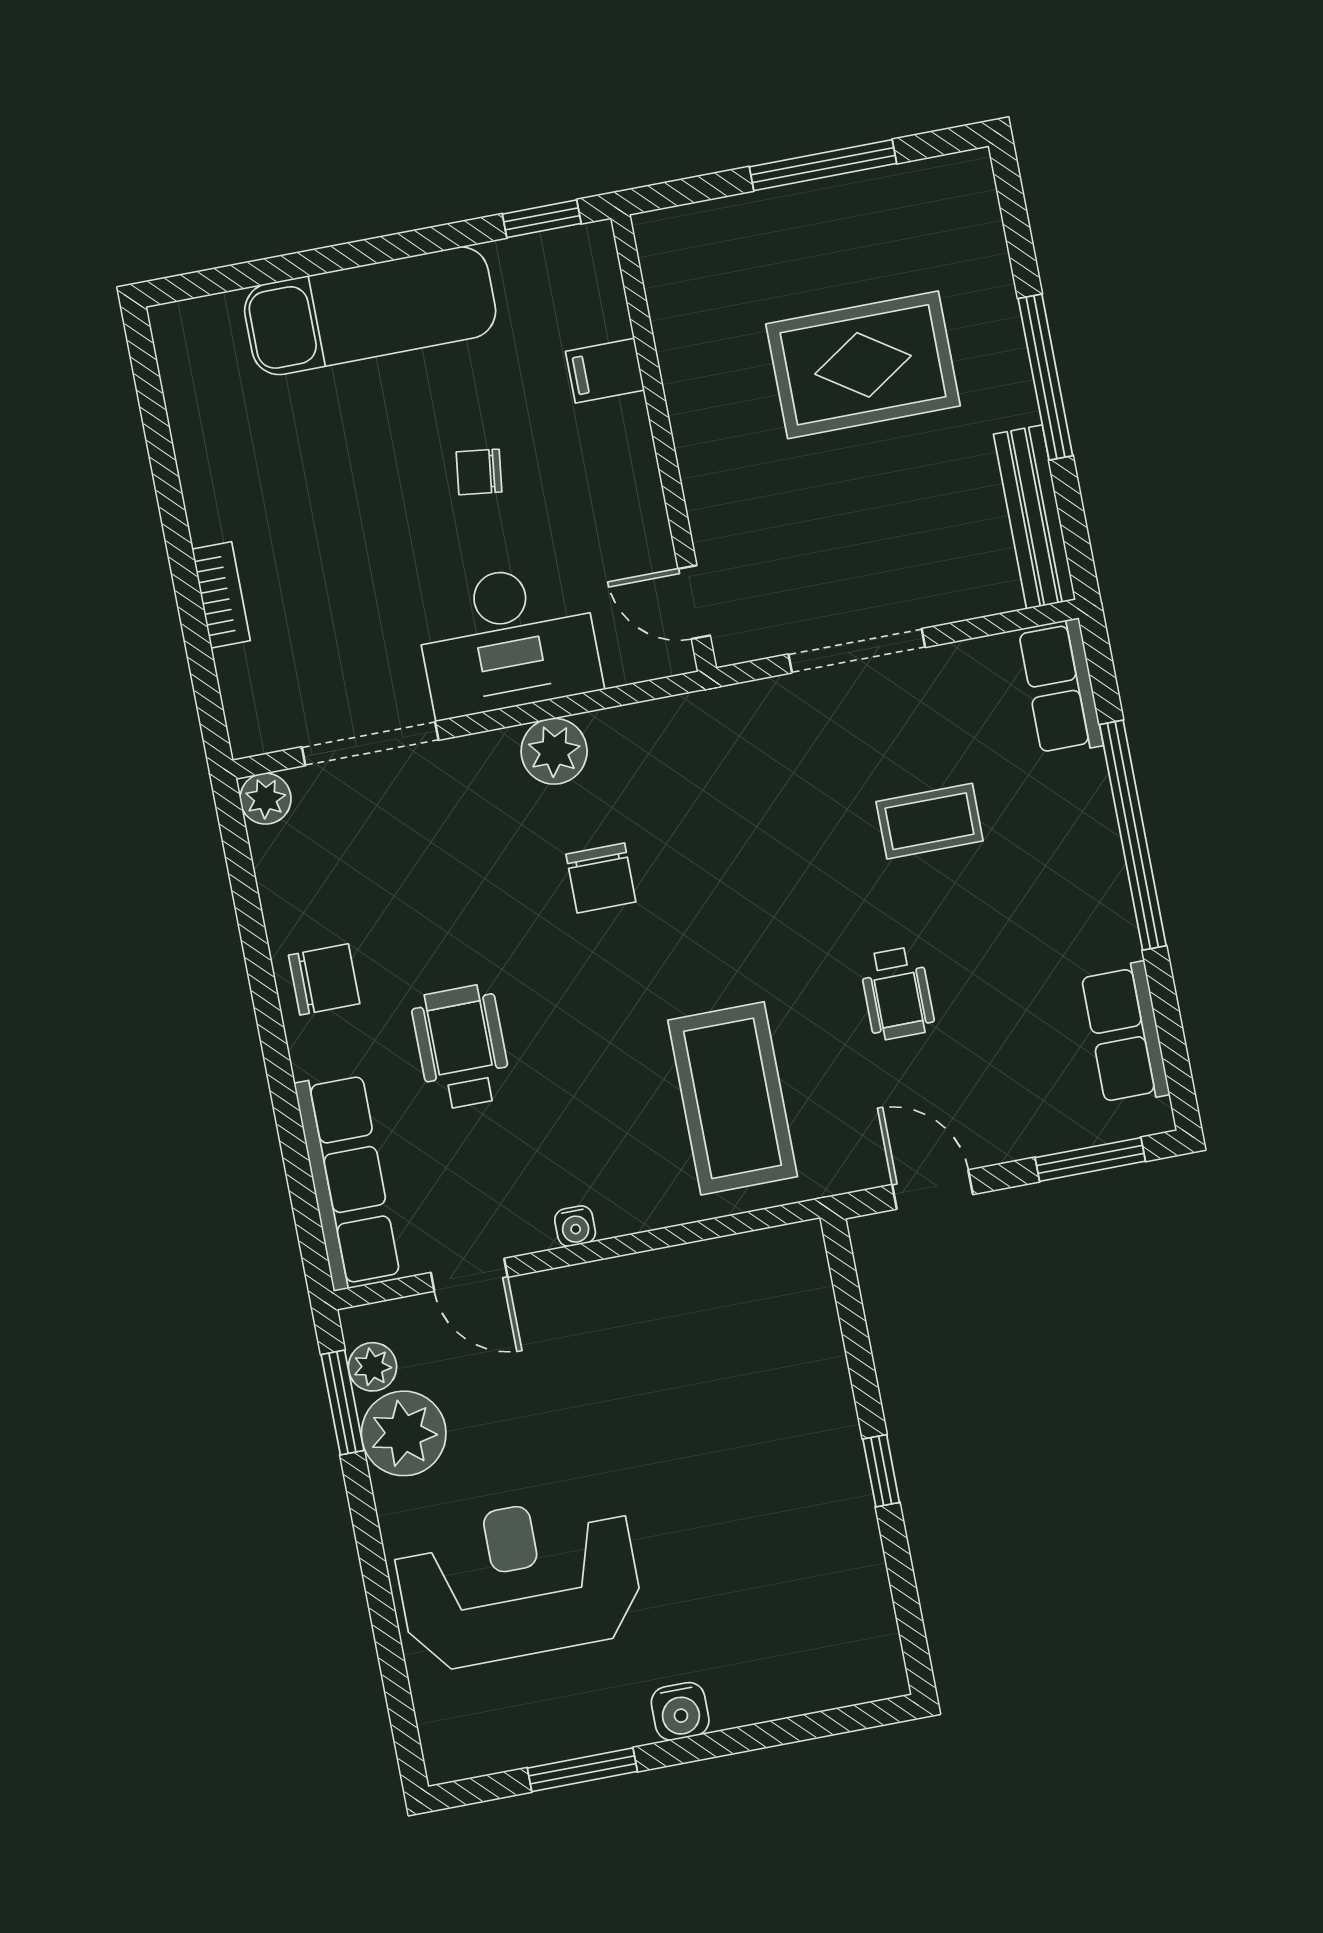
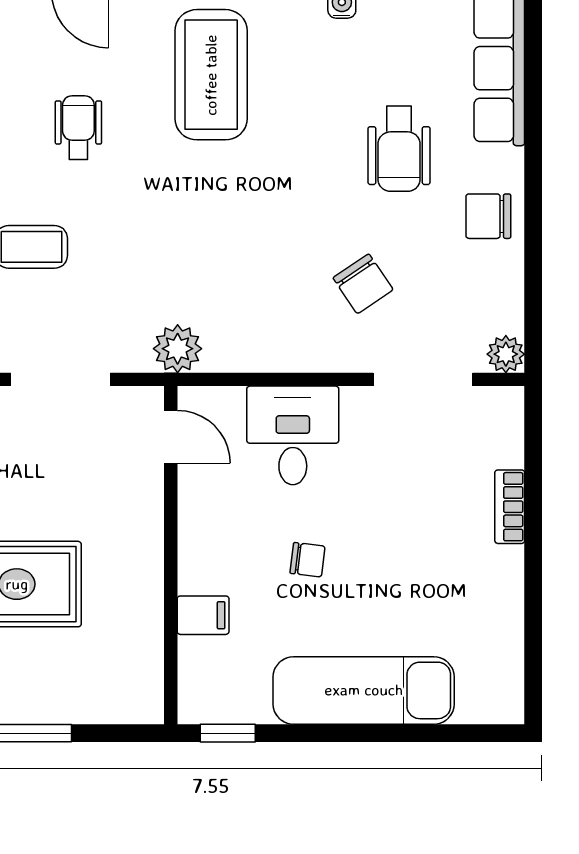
desk: (508, 639) -> (293, 435), width x0.73
plant: (554, 751) -> (178, 349), moved
chair: (601, 878) -> (363, 284), moved, turned 146

